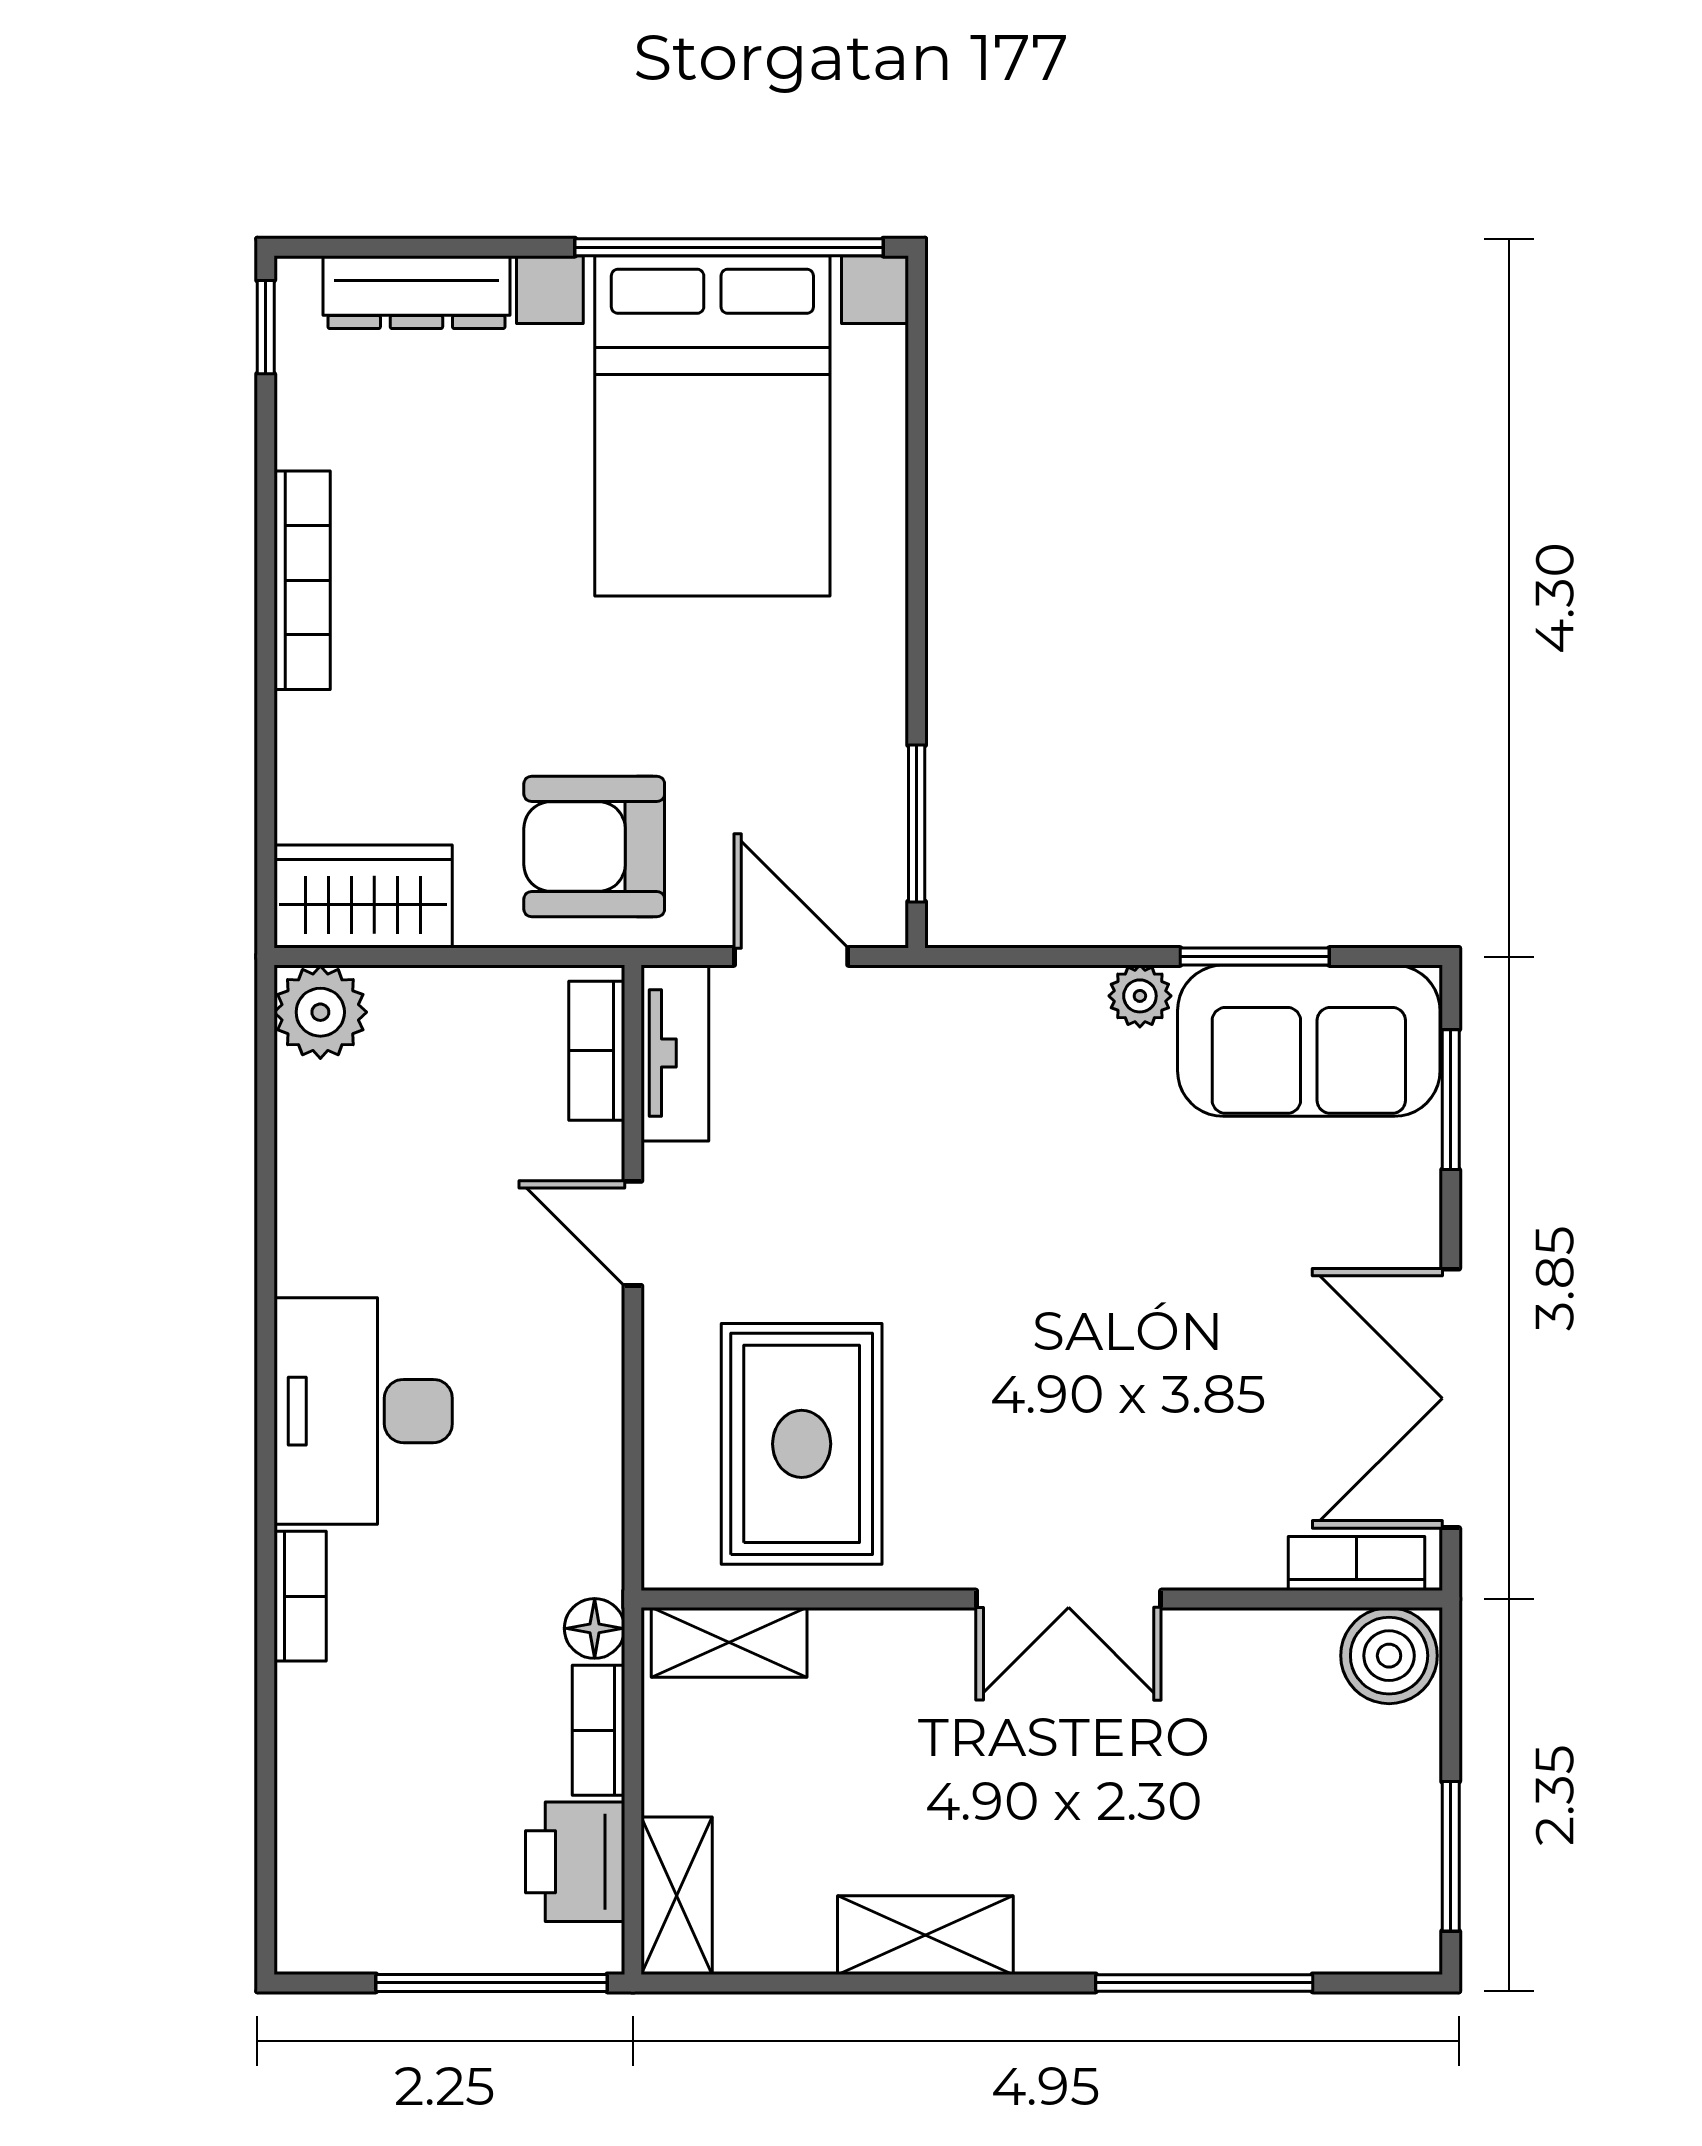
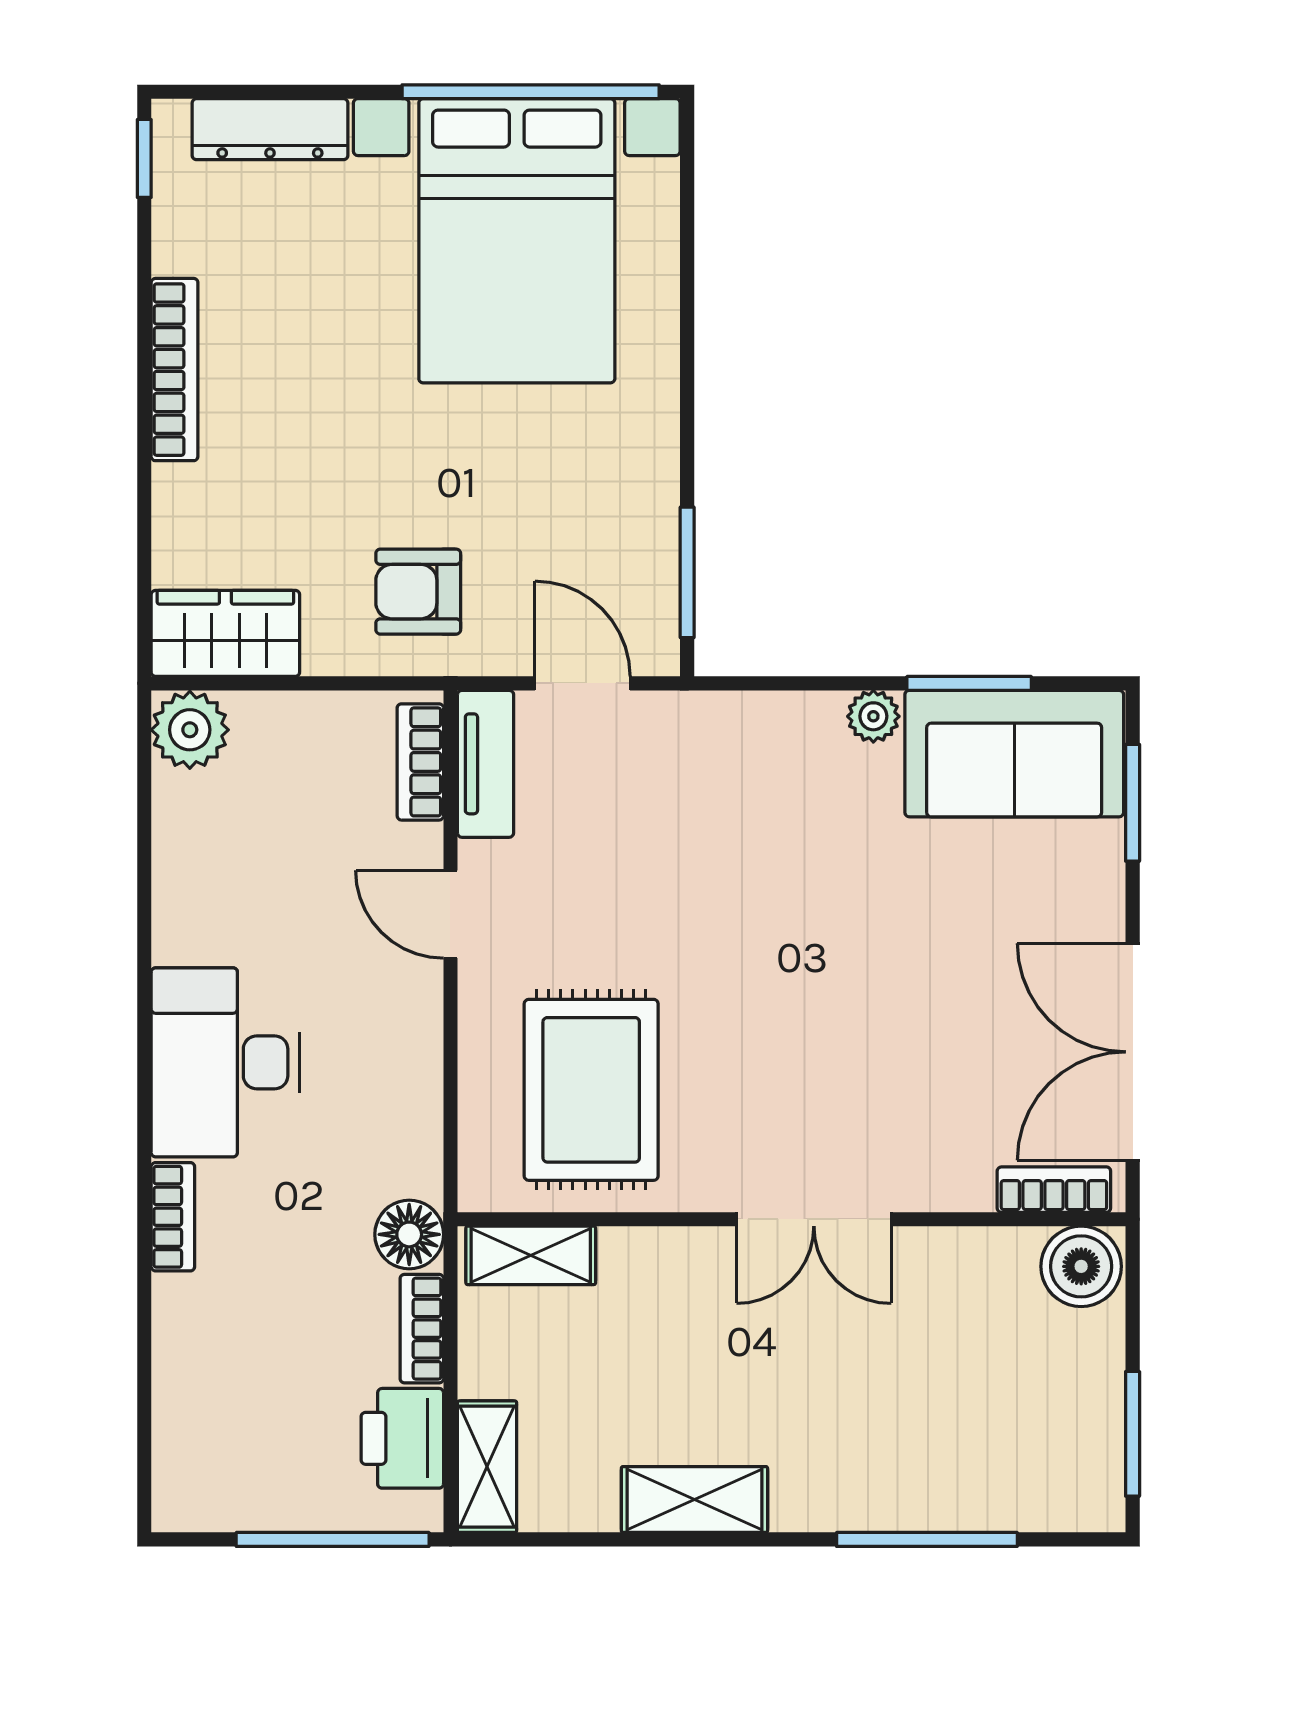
armchair: (594, 847) -> (418, 592), width x0.72, depth x0.72
floor lamp: (595, 1628) -> (409, 1234), width x1.37, depth x1.37

